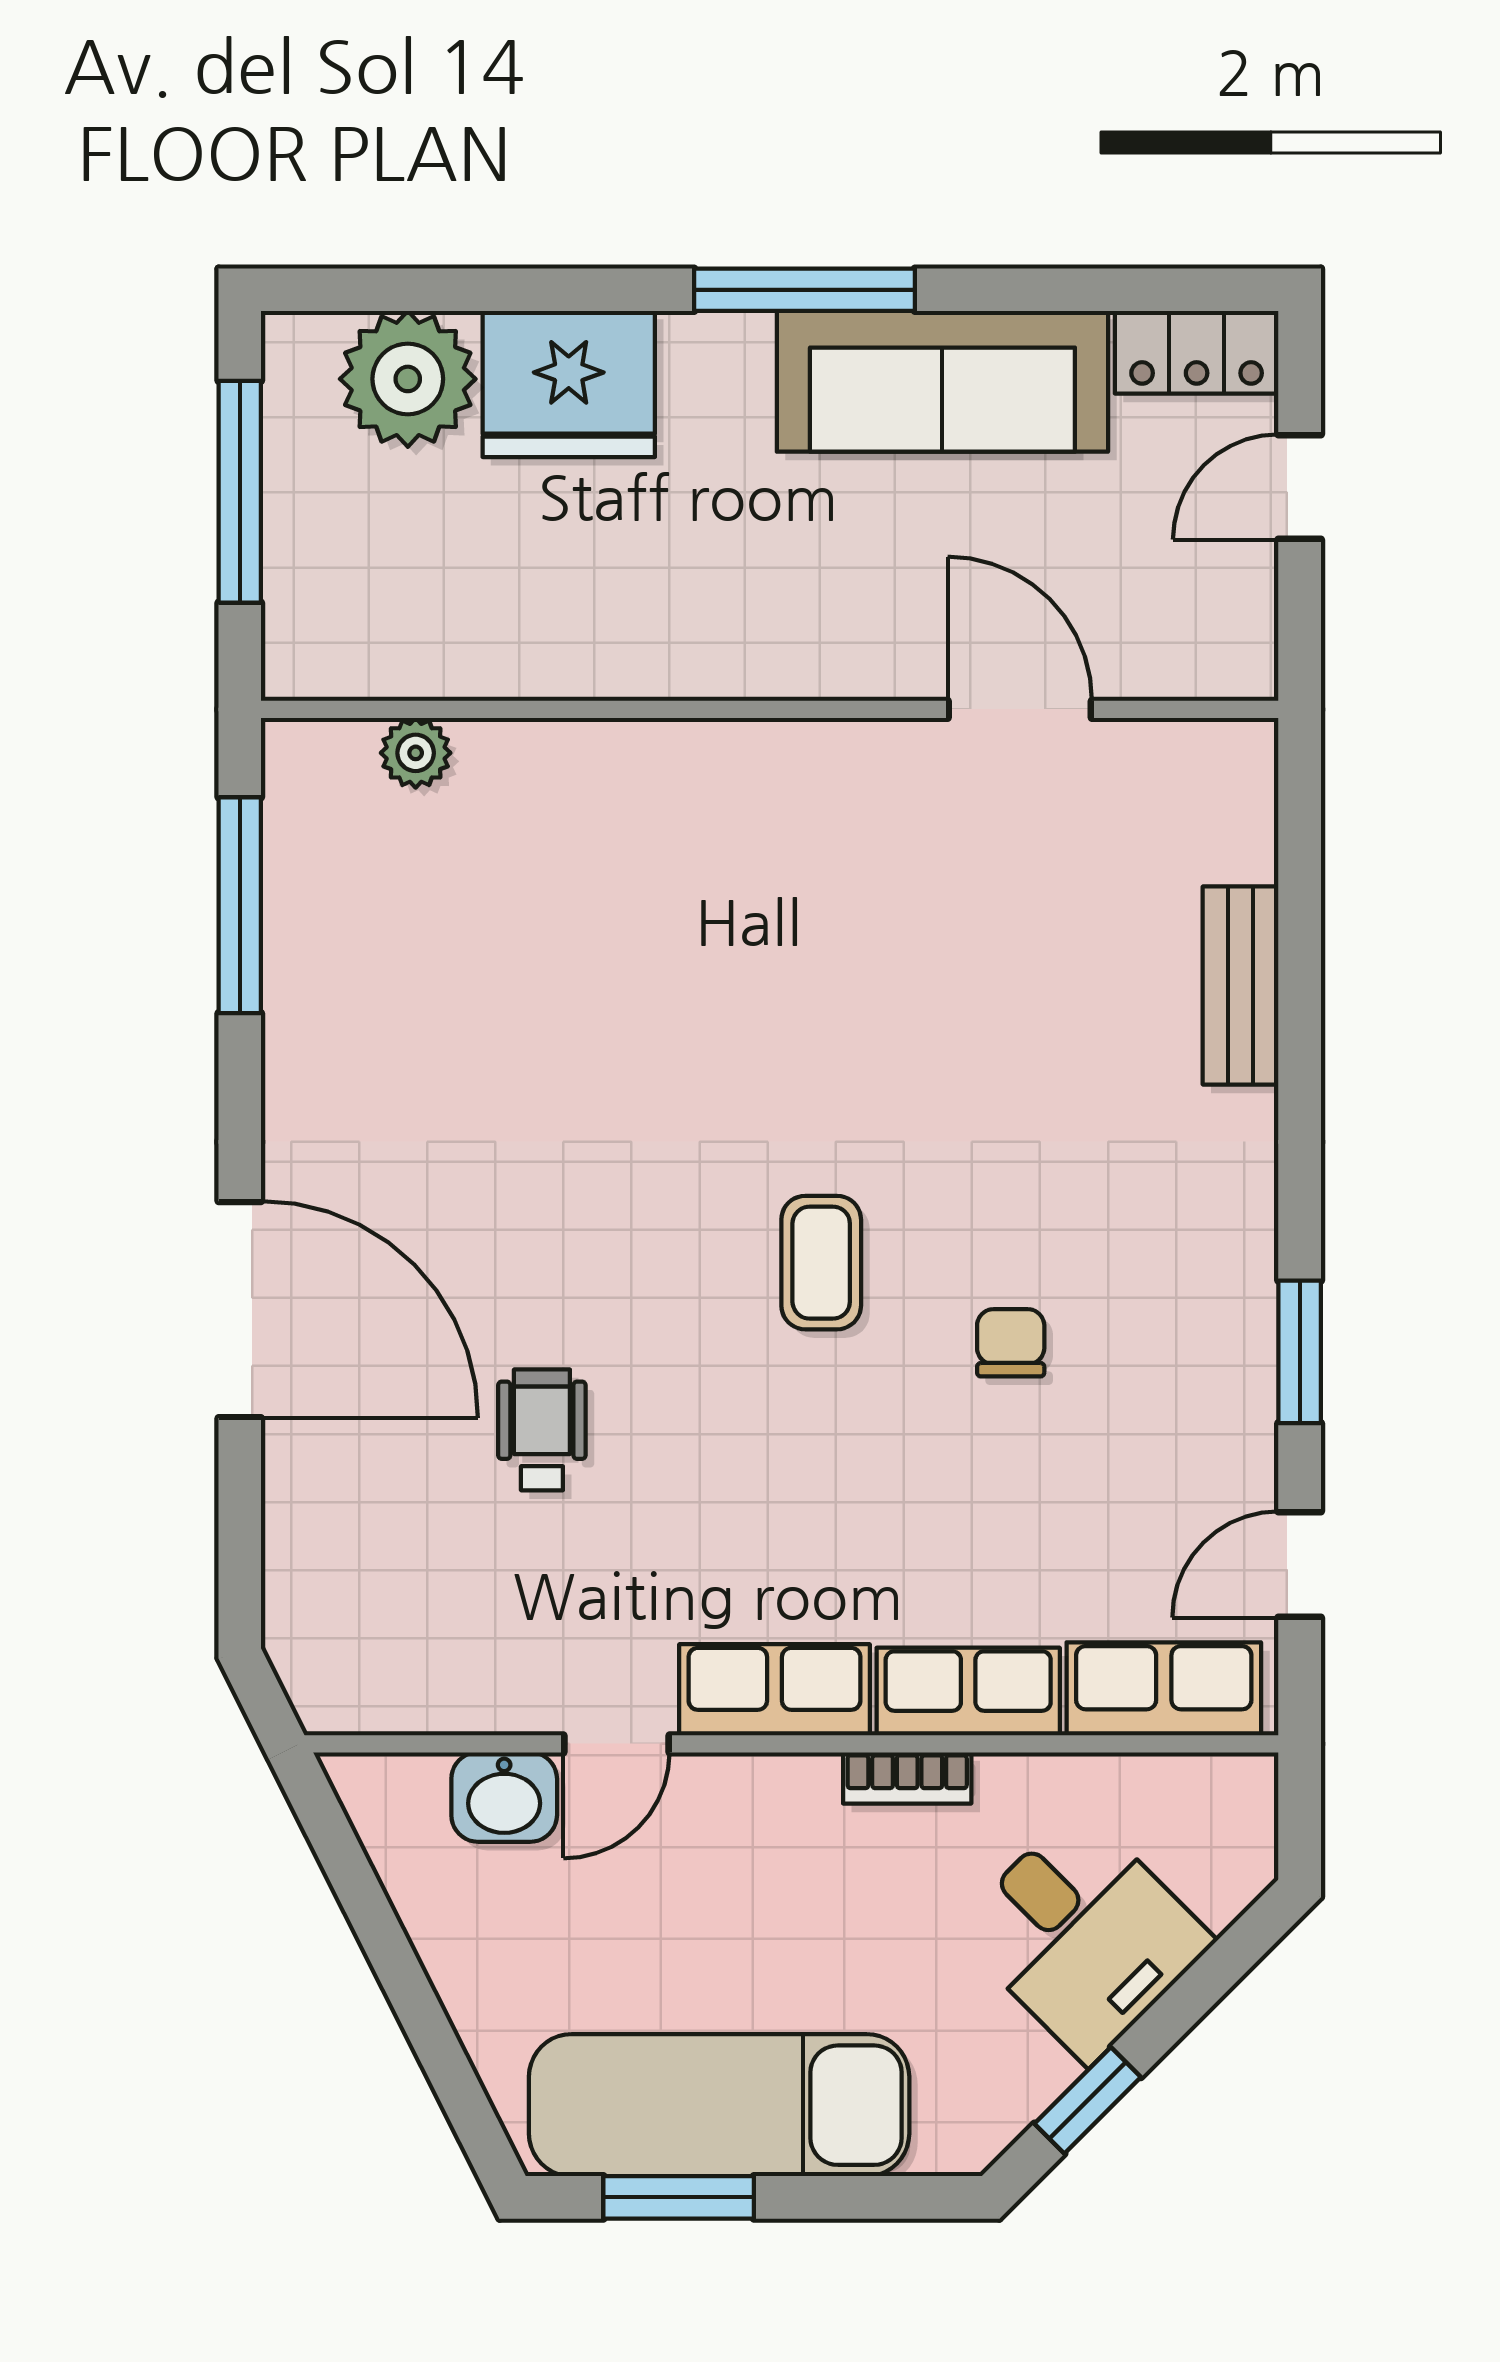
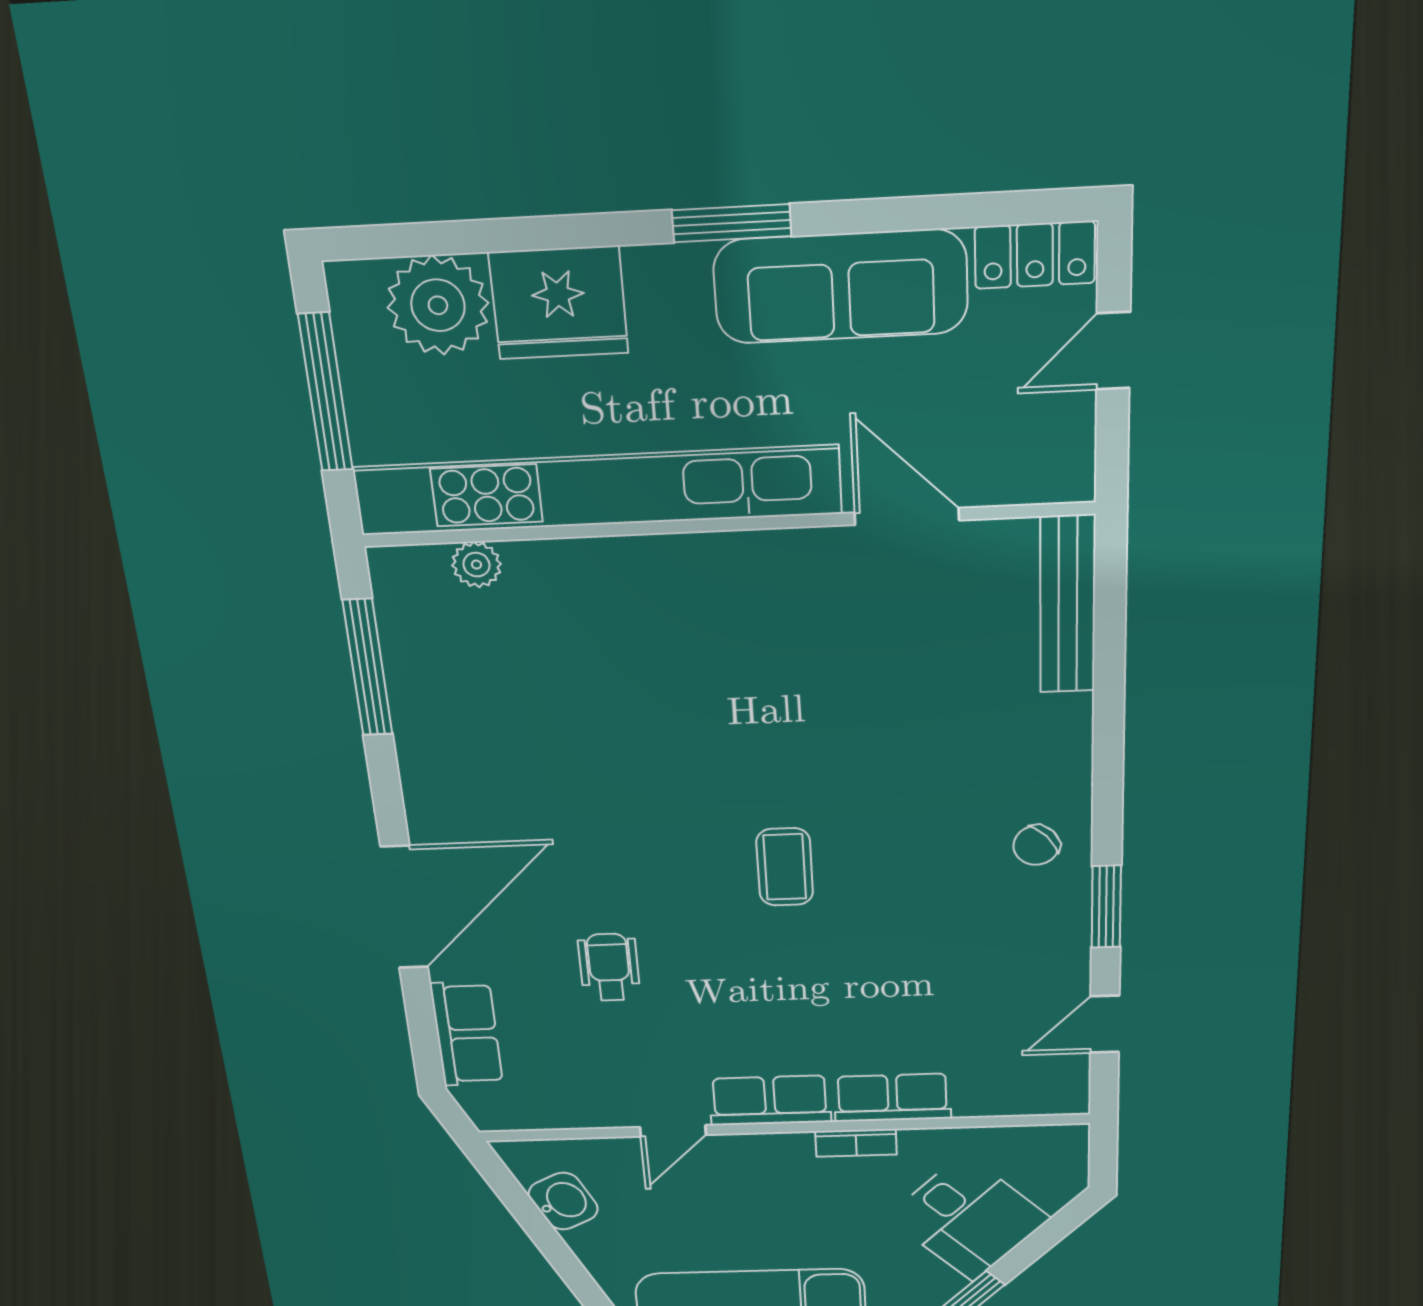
window: (805, 290) -> (732, 223), width x0.69
kitchen unit: (596, 650) -> (597, 490), added
bench: (1241, 985) -> (1068, 605), moved, width x1.36
door: (240, 1310) -> (404, 907), hinge flipped
chair: (1011, 1343) -> (1036, 845), moved, turned -132
row of seats: (1164, 1689) -> (467, 1034), moved, turned 90
washbasin: (504, 1797) -> (563, 1201), moved, turned -117

